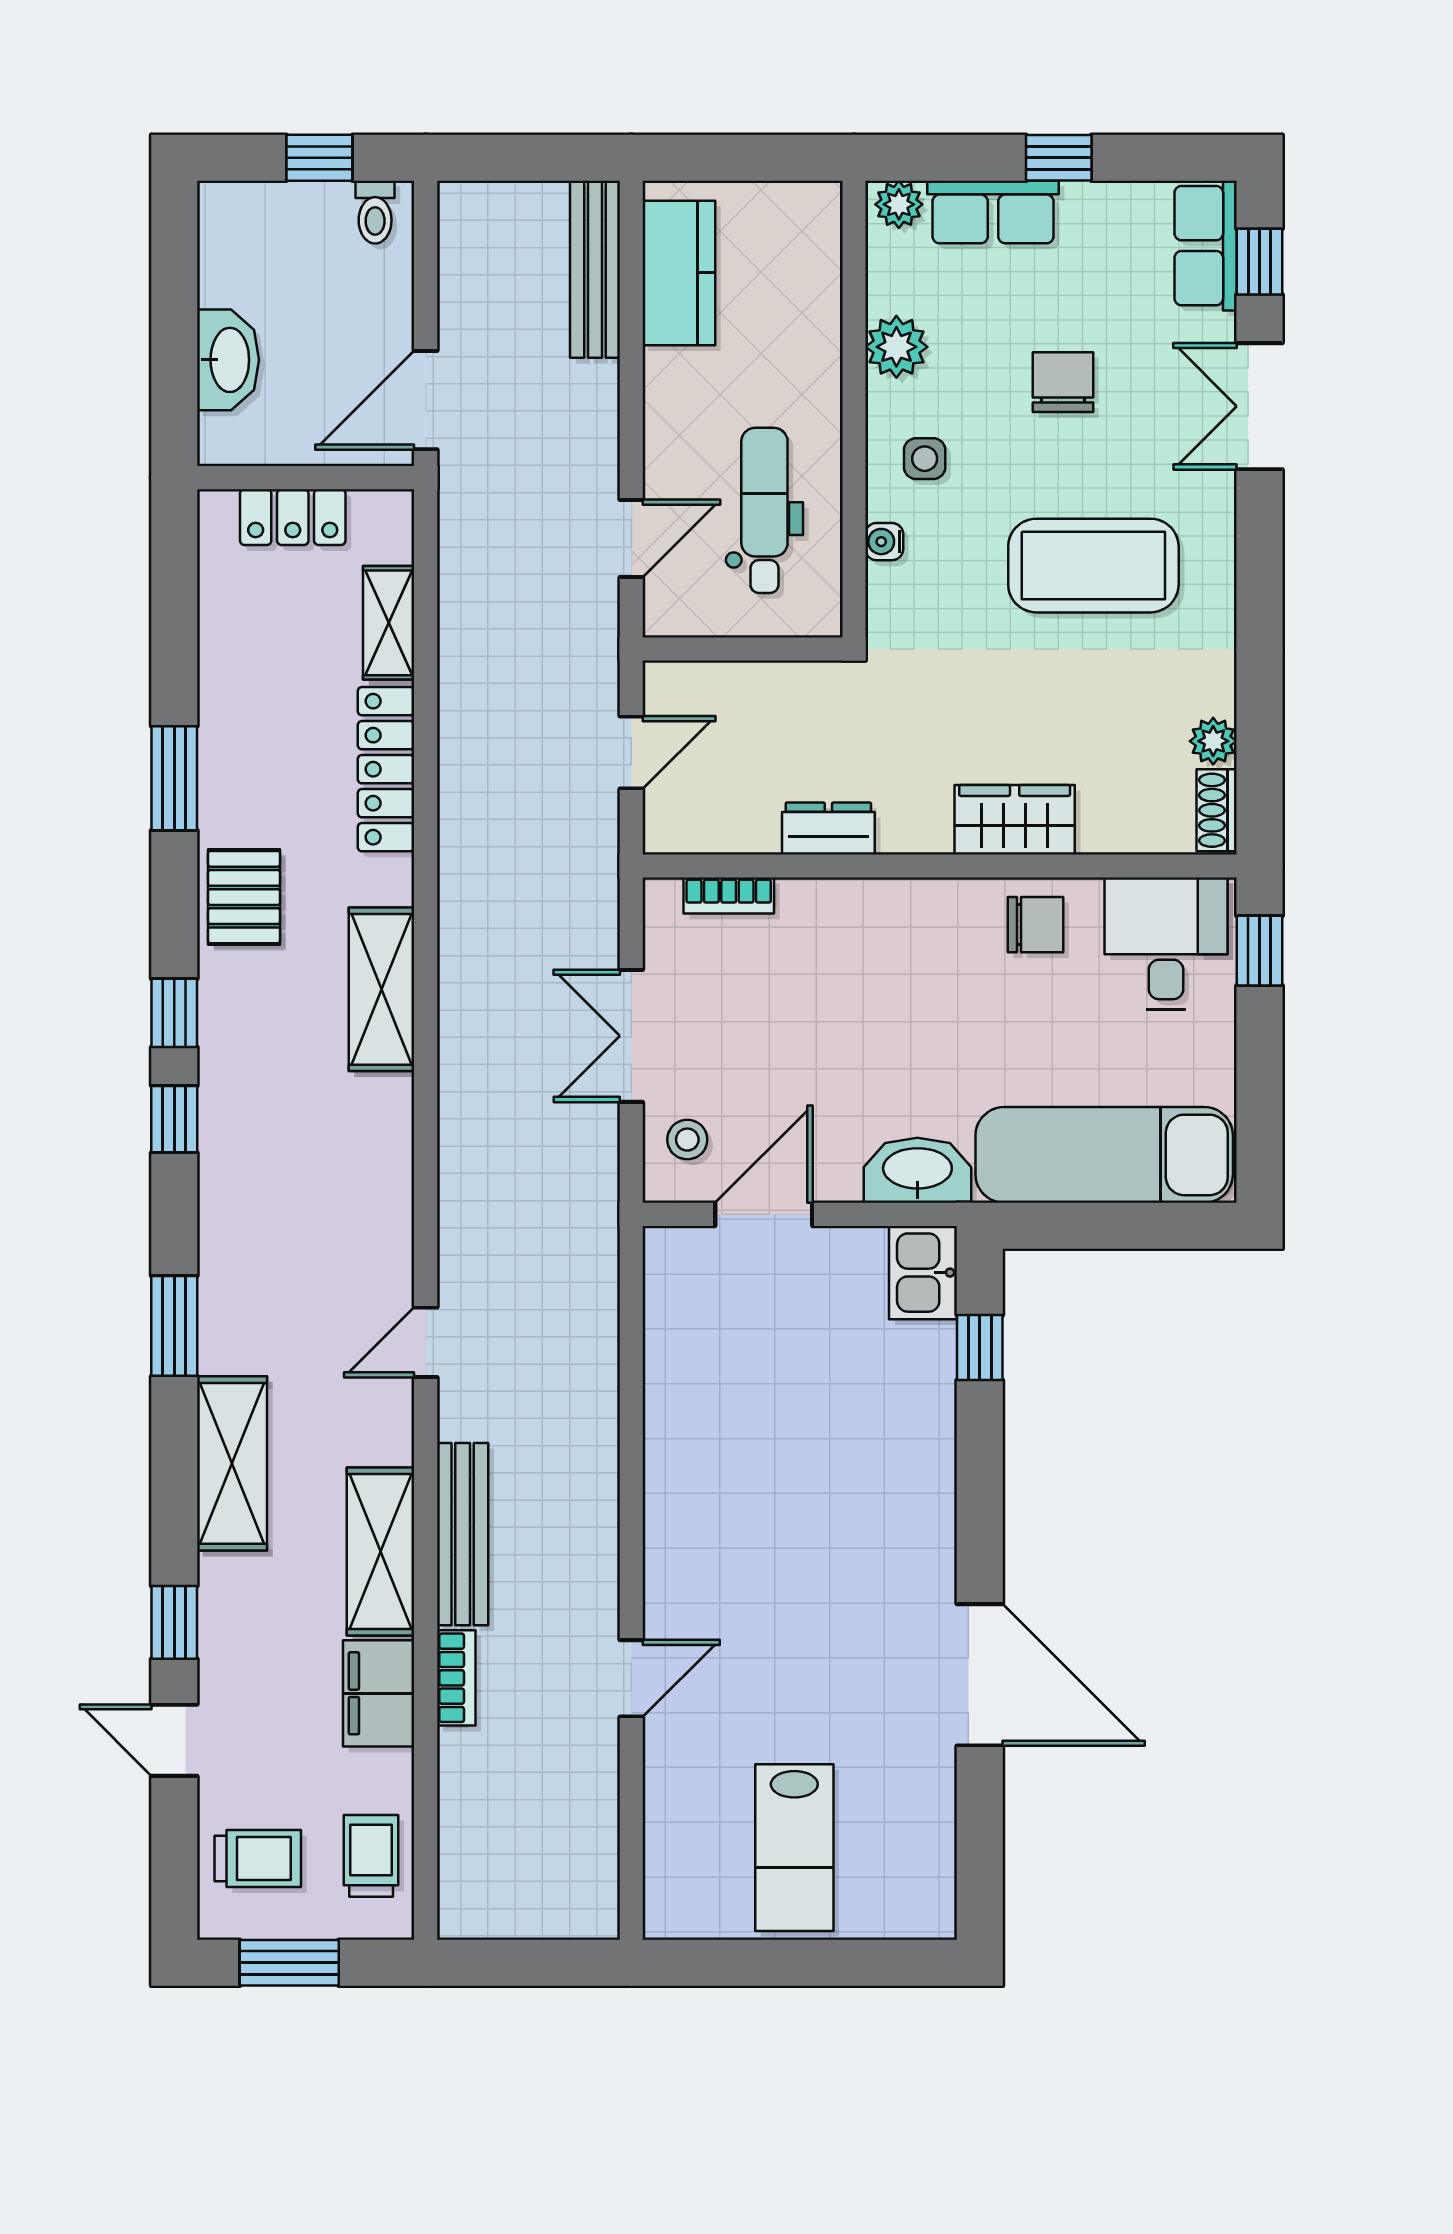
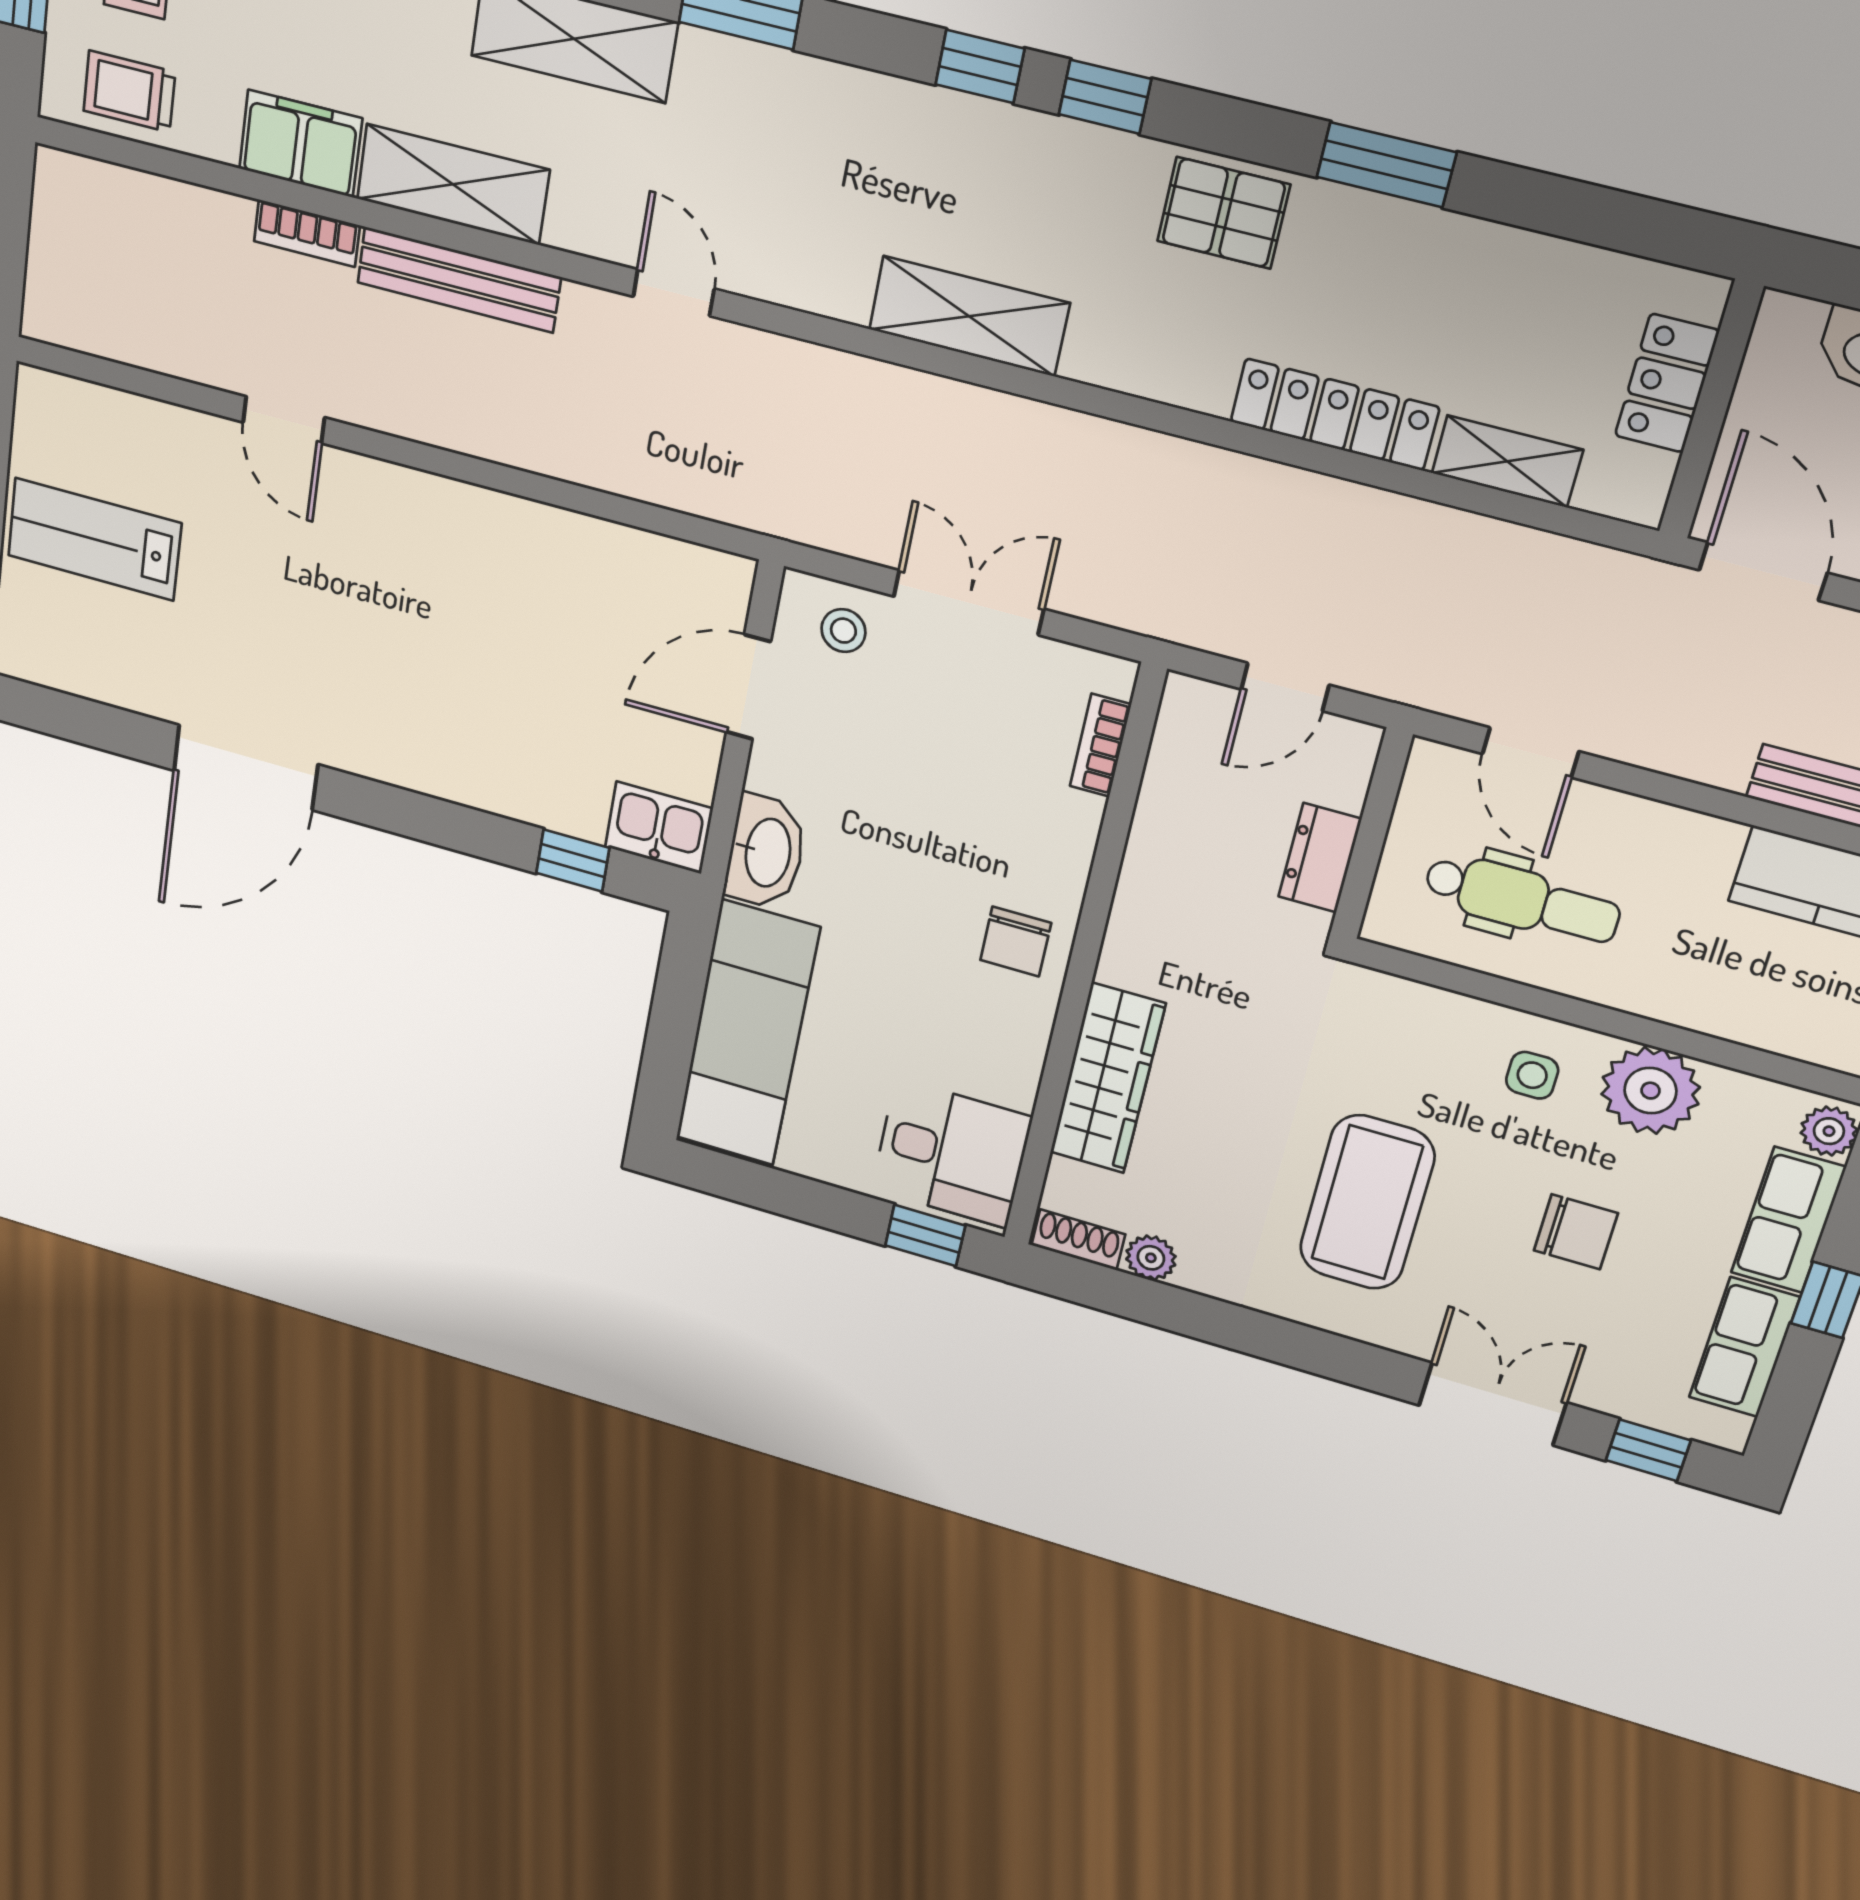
row of seats: (1206, 246) -> (1744, 1347), moved, turned -90
plant: (896, 347) -> (1650, 1091), width x1.36, depth x1.36
water cooler: (884, 542) -> (1451, 1010), removed
door: (631, 753) -> (1285, 687), hinge flipped
wardrobe: (1015, 820) -> (1107, 1078), width x1.50
dresser: (828, 829) -> (1320, 858), moved, turned 180
chair: (1036, 925) -> (1016, 942), moved
shelving: (381, 989) -> (969, 316), moved
door: (764, 1214) -> (748, 687), swing flipped
trolley: (371, 1856) -> (129, 91), turned 180

